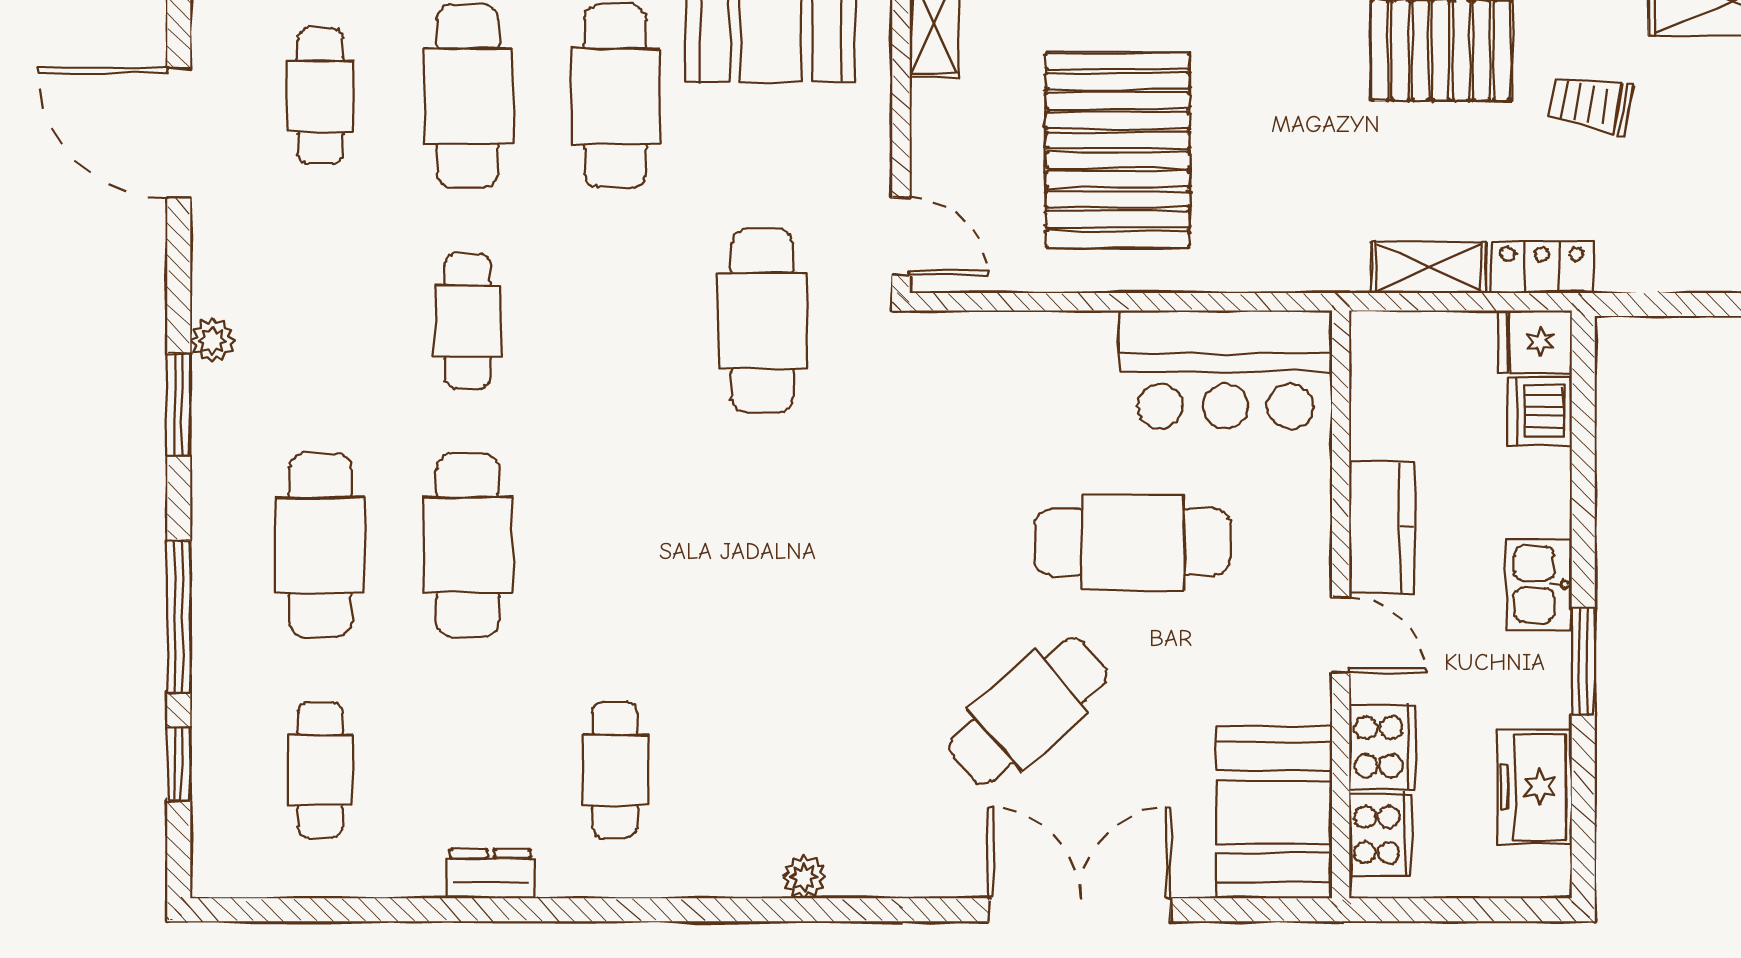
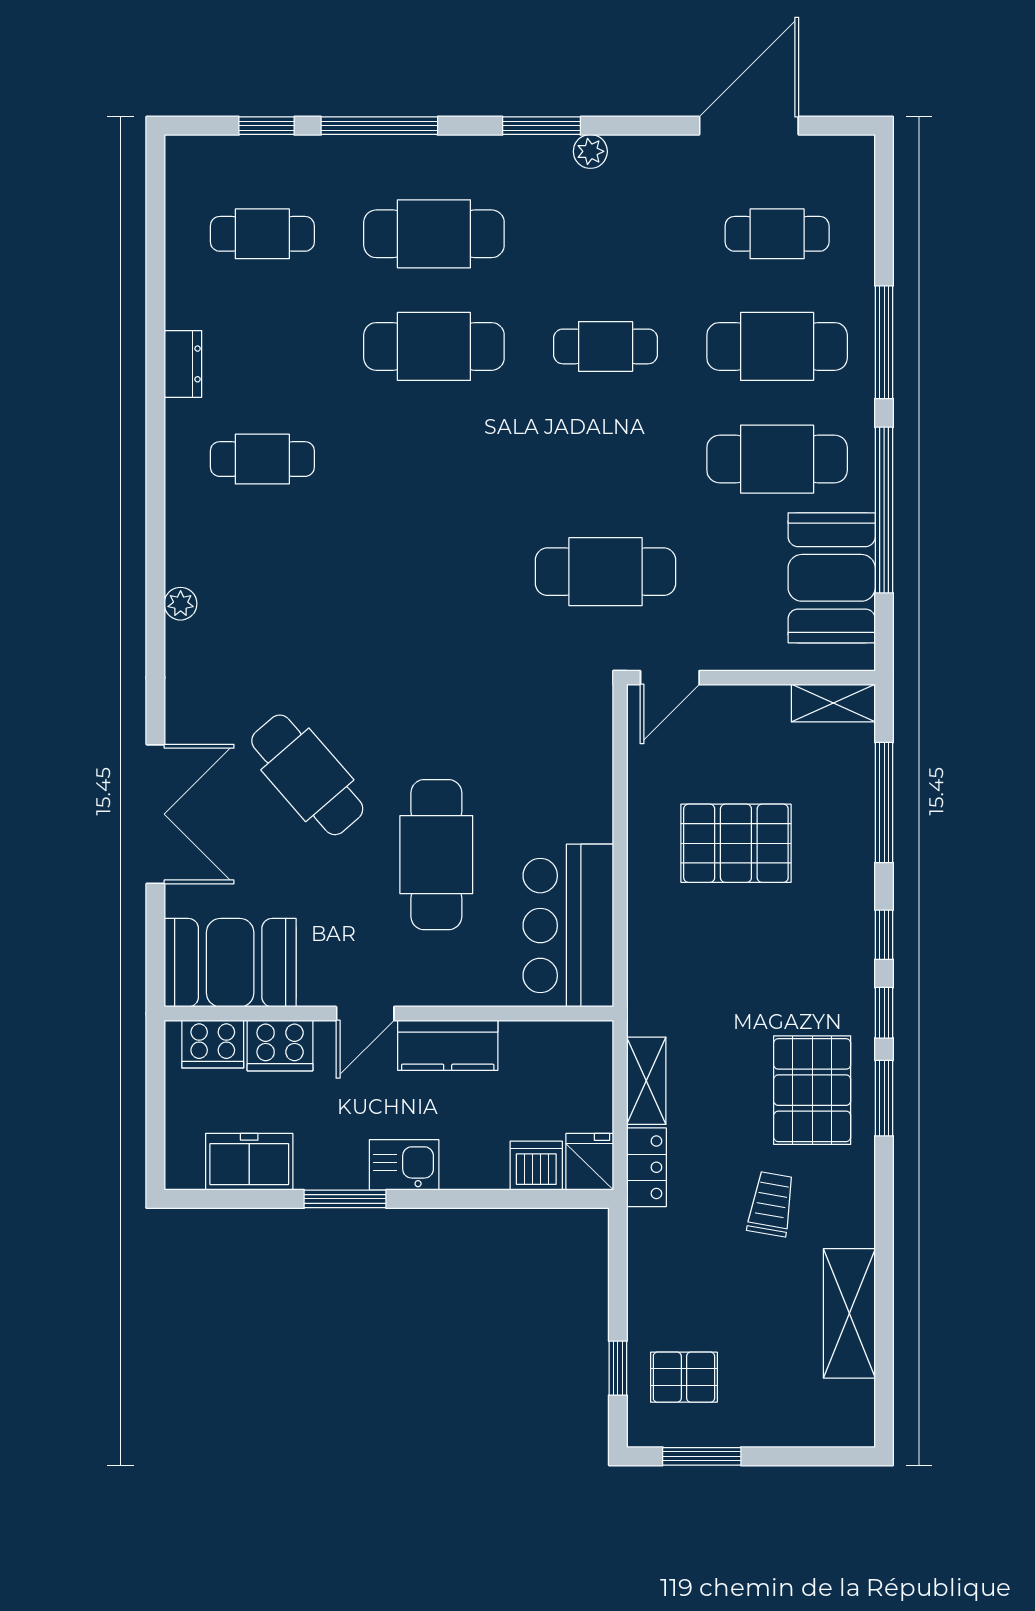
pallet: (1118, 150) -> (736, 843), width x0.73, depth x0.71

